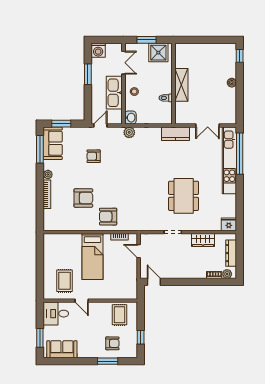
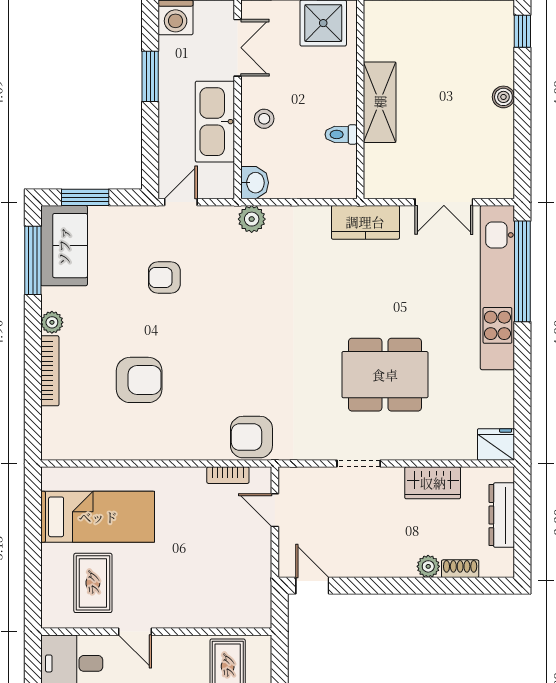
dining table: (184, 196) -> (385, 375), turned 90
armchair: (108, 217) -> (251, 437), moved
bed: (92, 257) -> (98, 517), moved, turned -90
plant: (227, 274) -> (428, 566), moved

